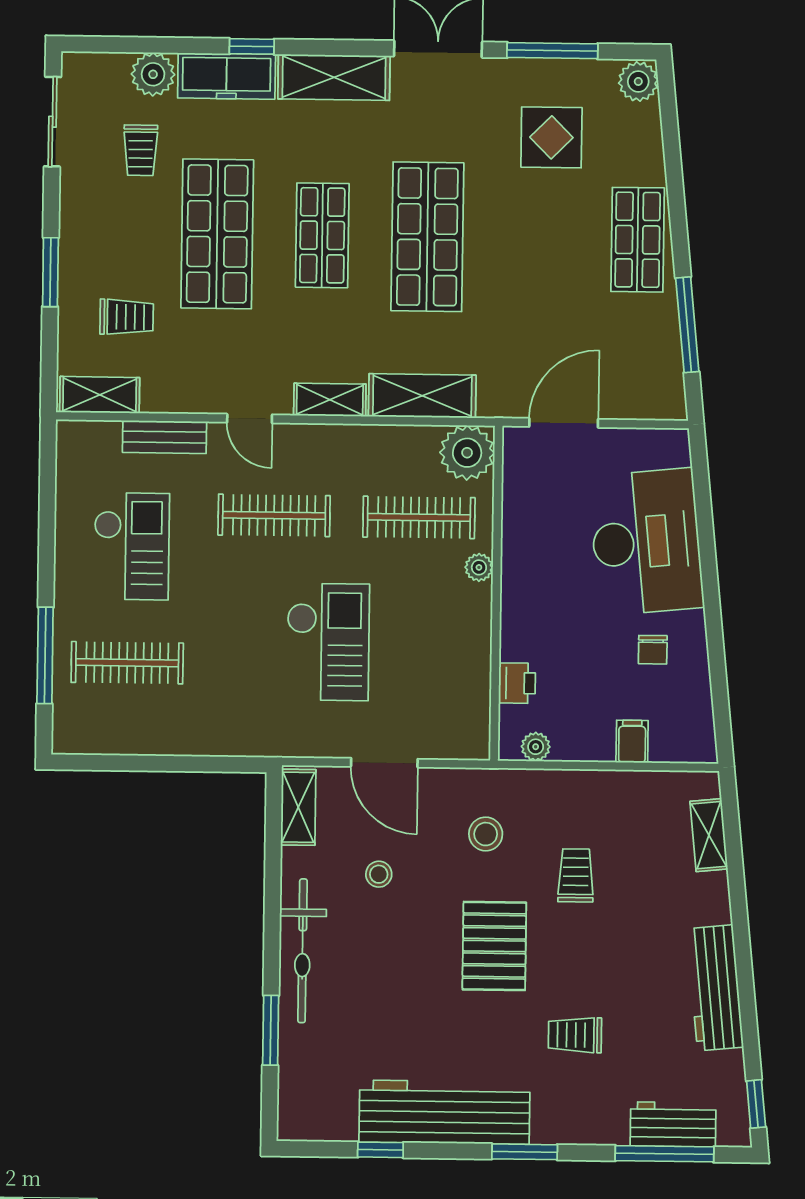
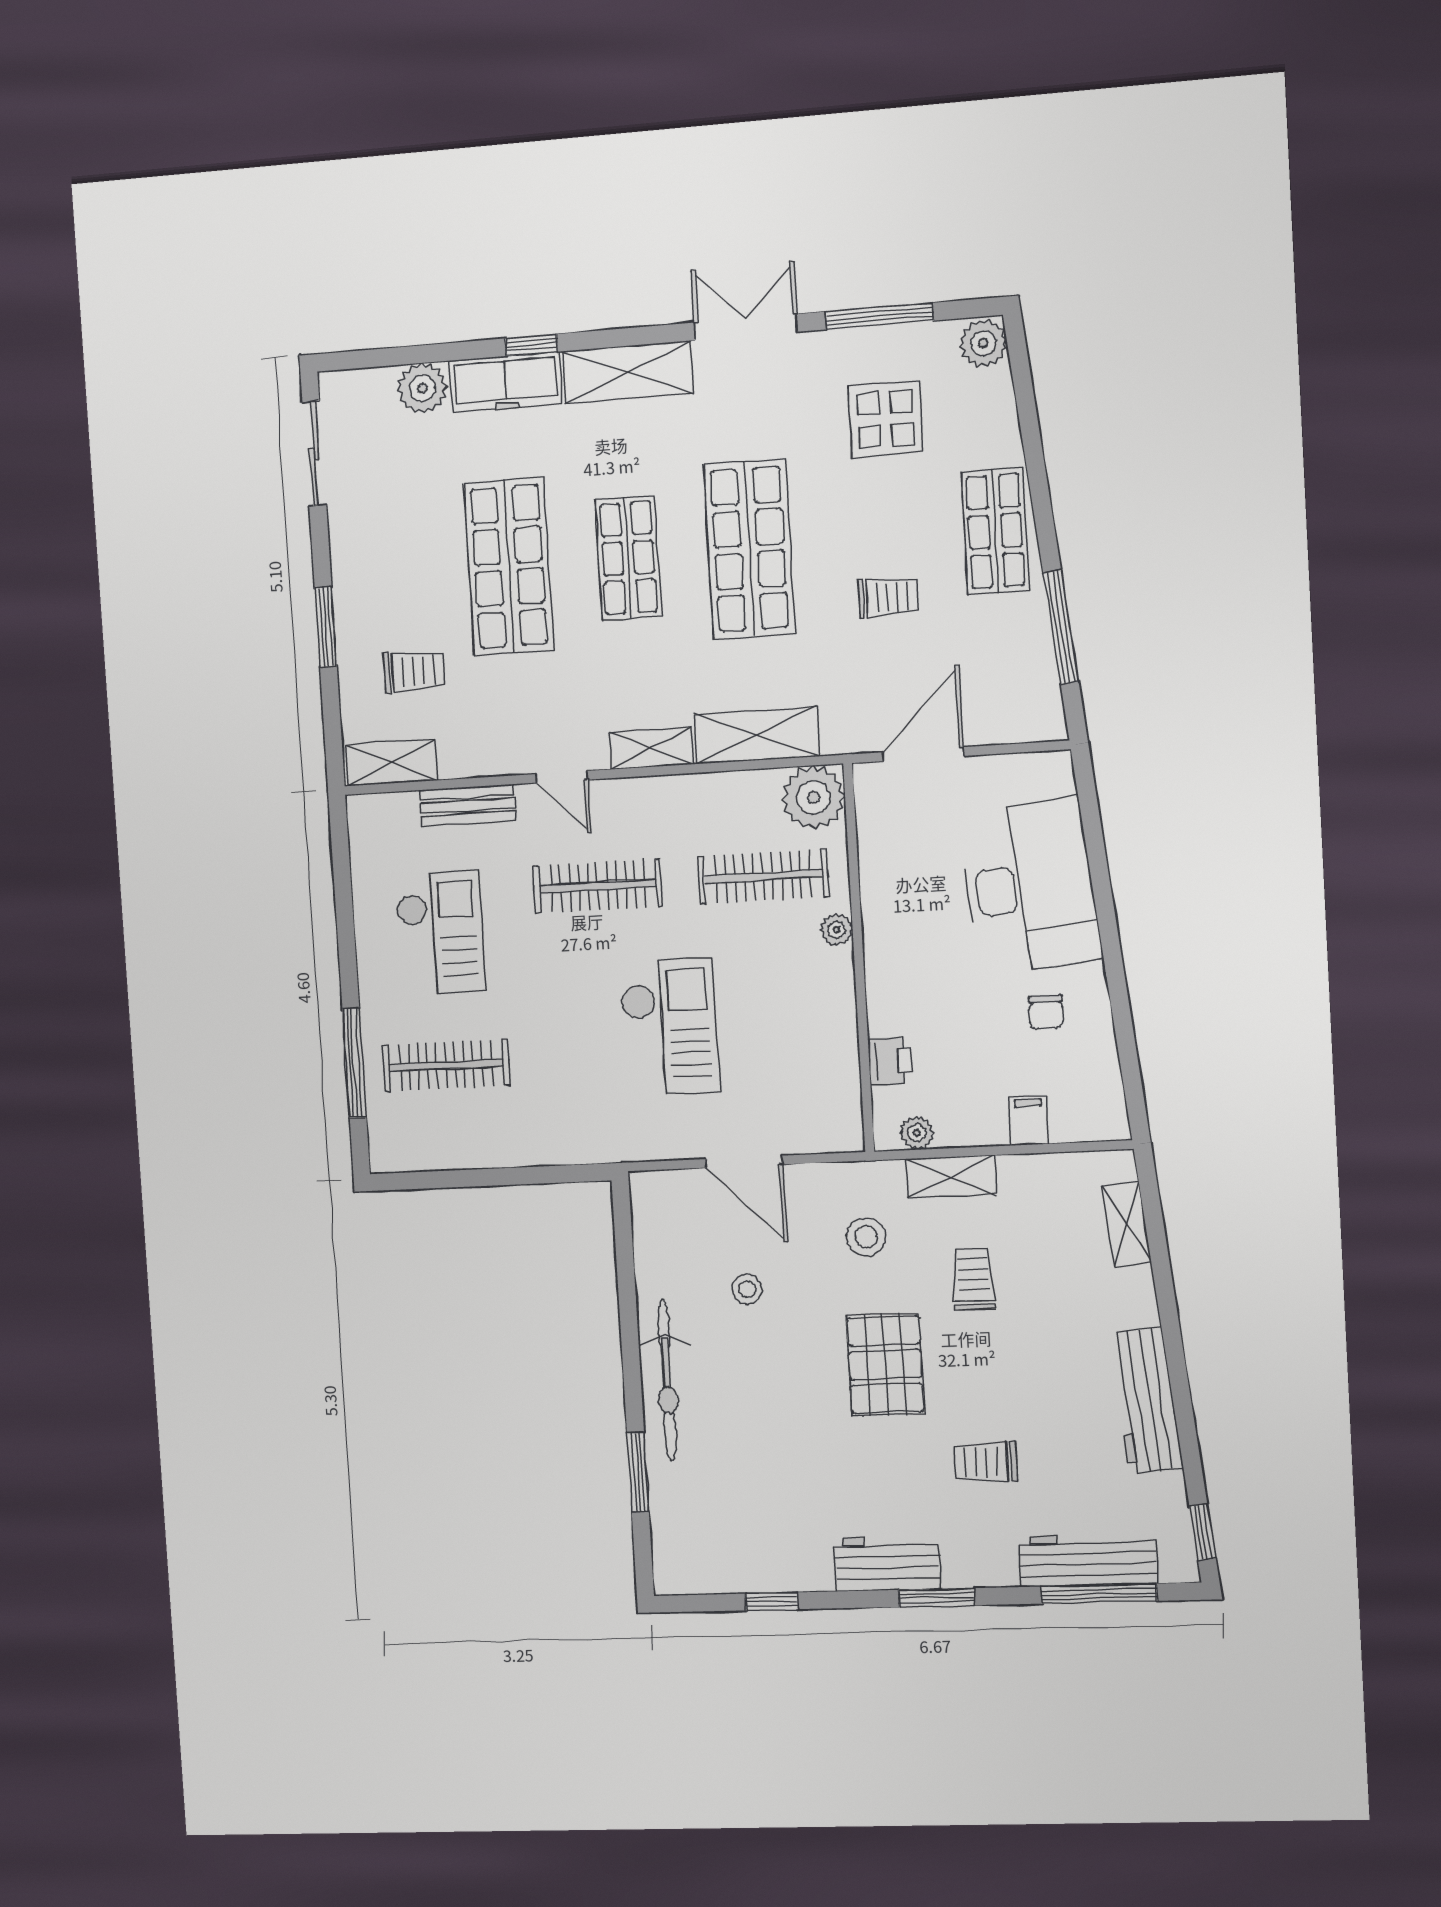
trolley: (141, 150) -> (888, 597), moved, turned -90
shelving: (298, 807) -> (951, 1177), moved, turned 90
workbench: (444, 1112) -> (888, 1564), width x0.53, depth x0.76
workbench: (673, 1124) -> (1088, 1560), width x1.38

